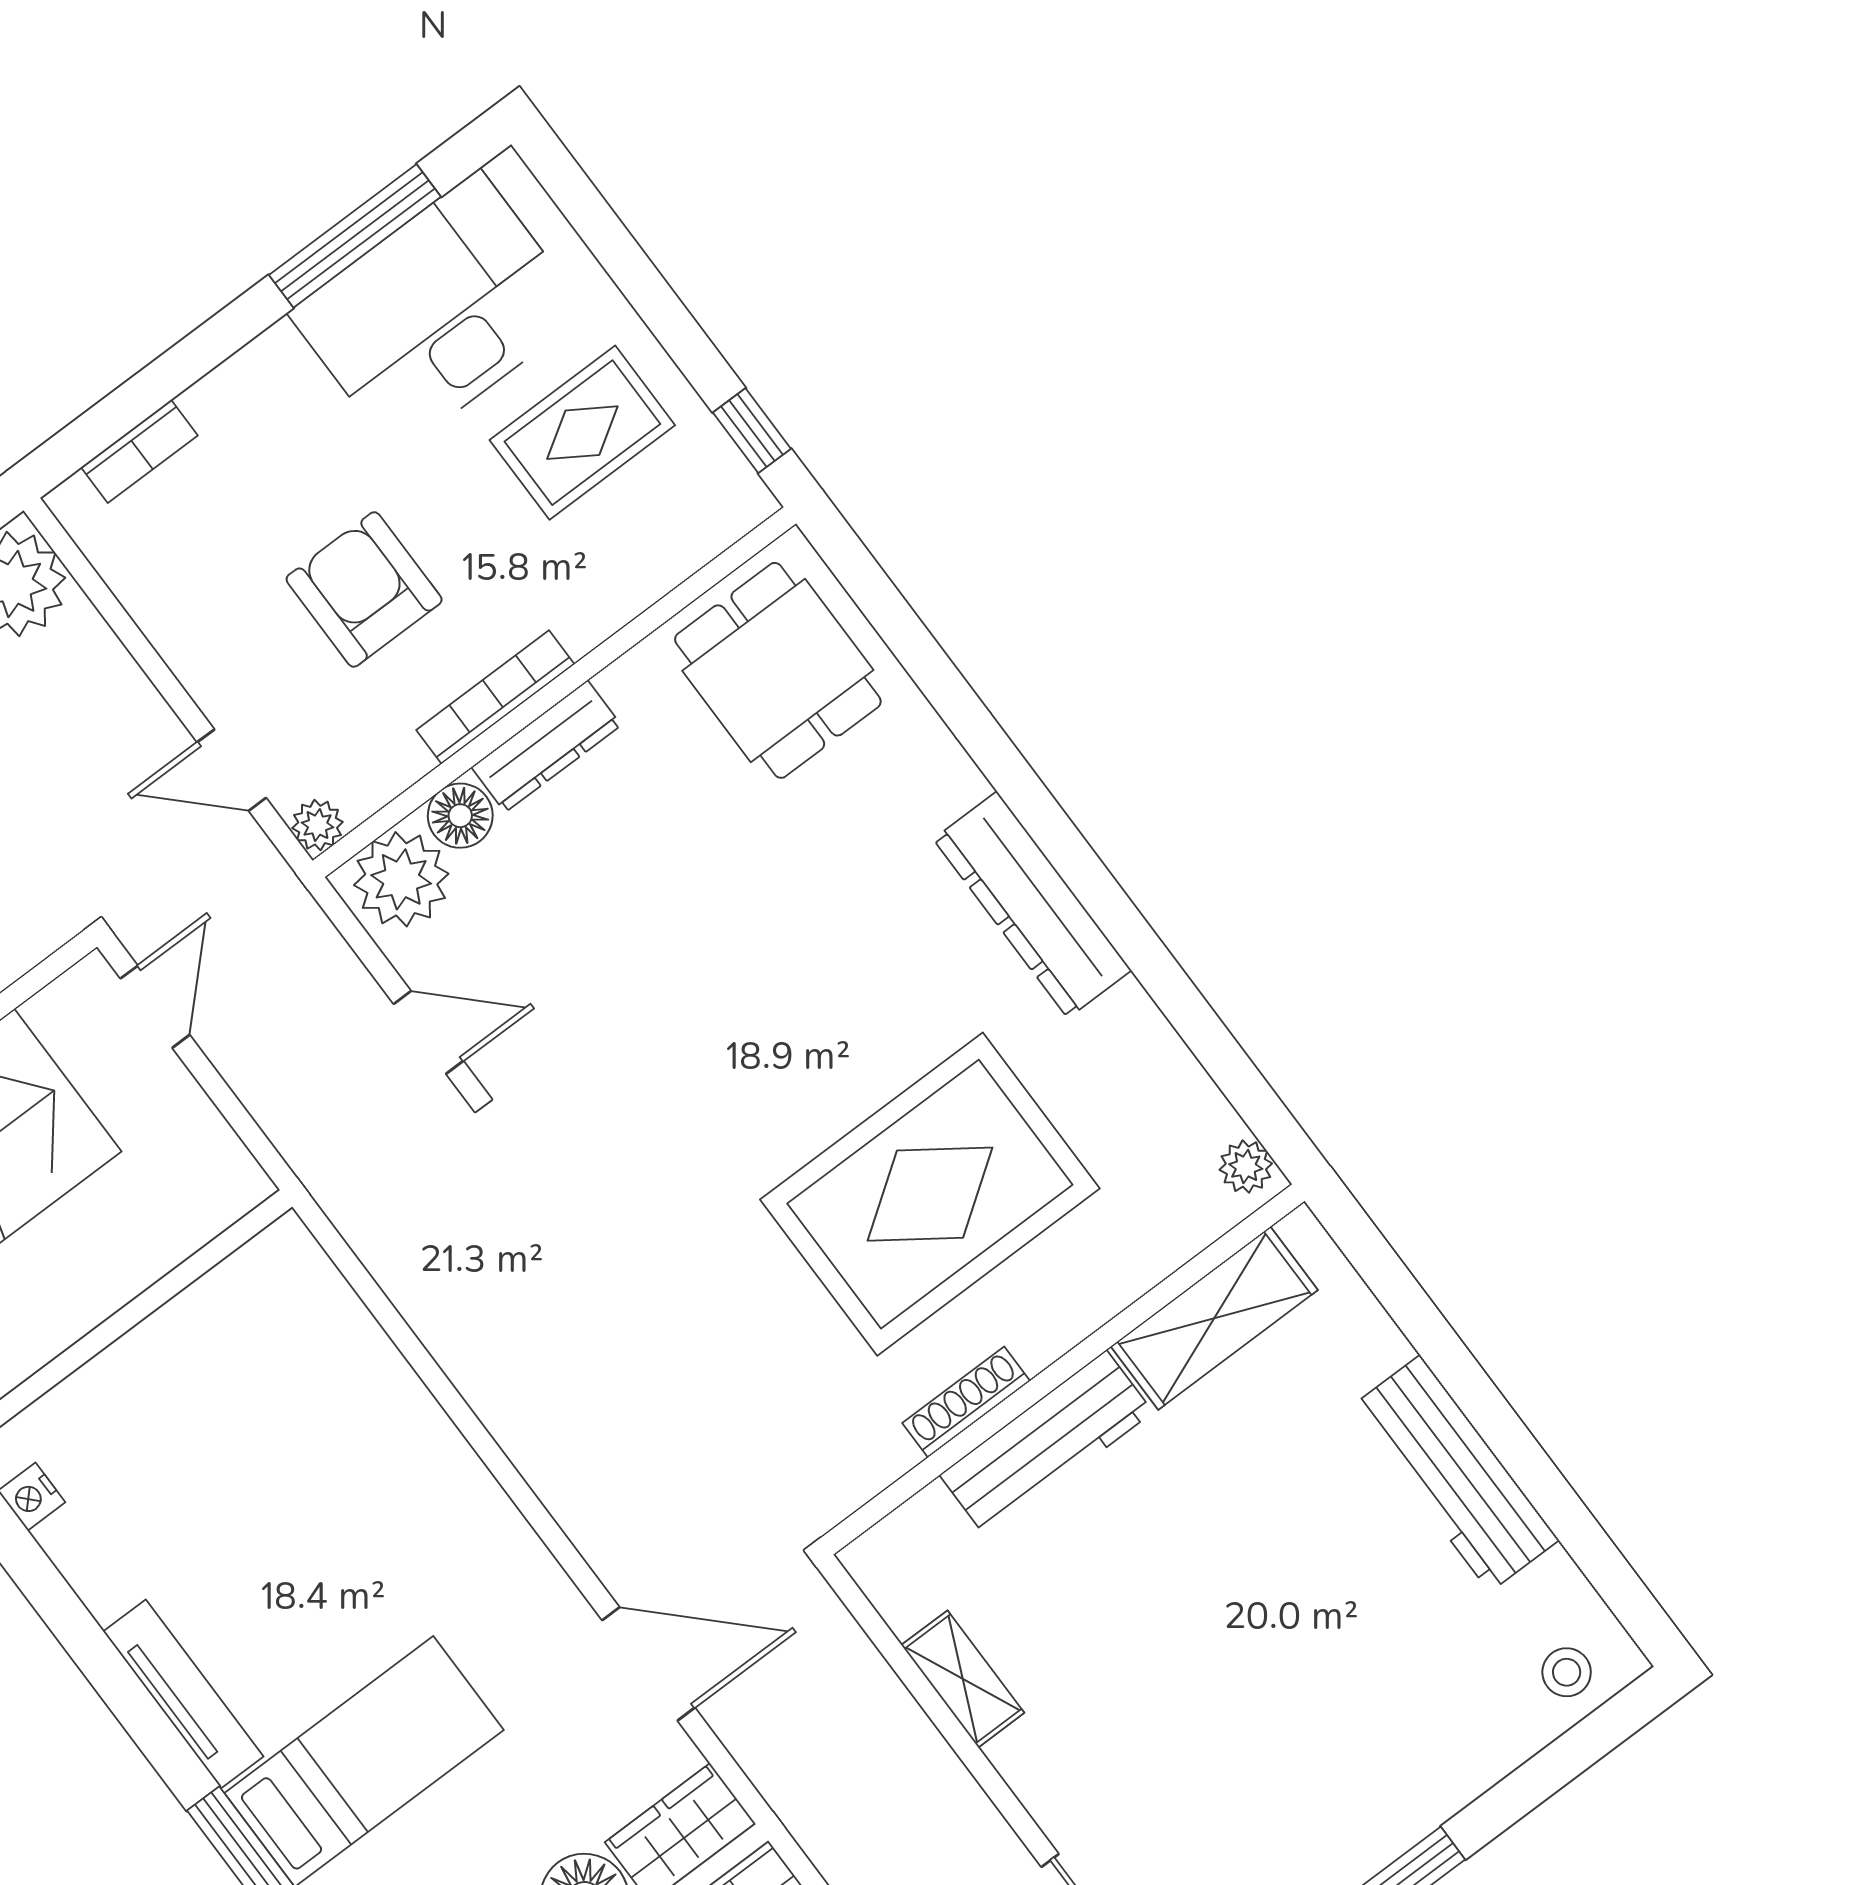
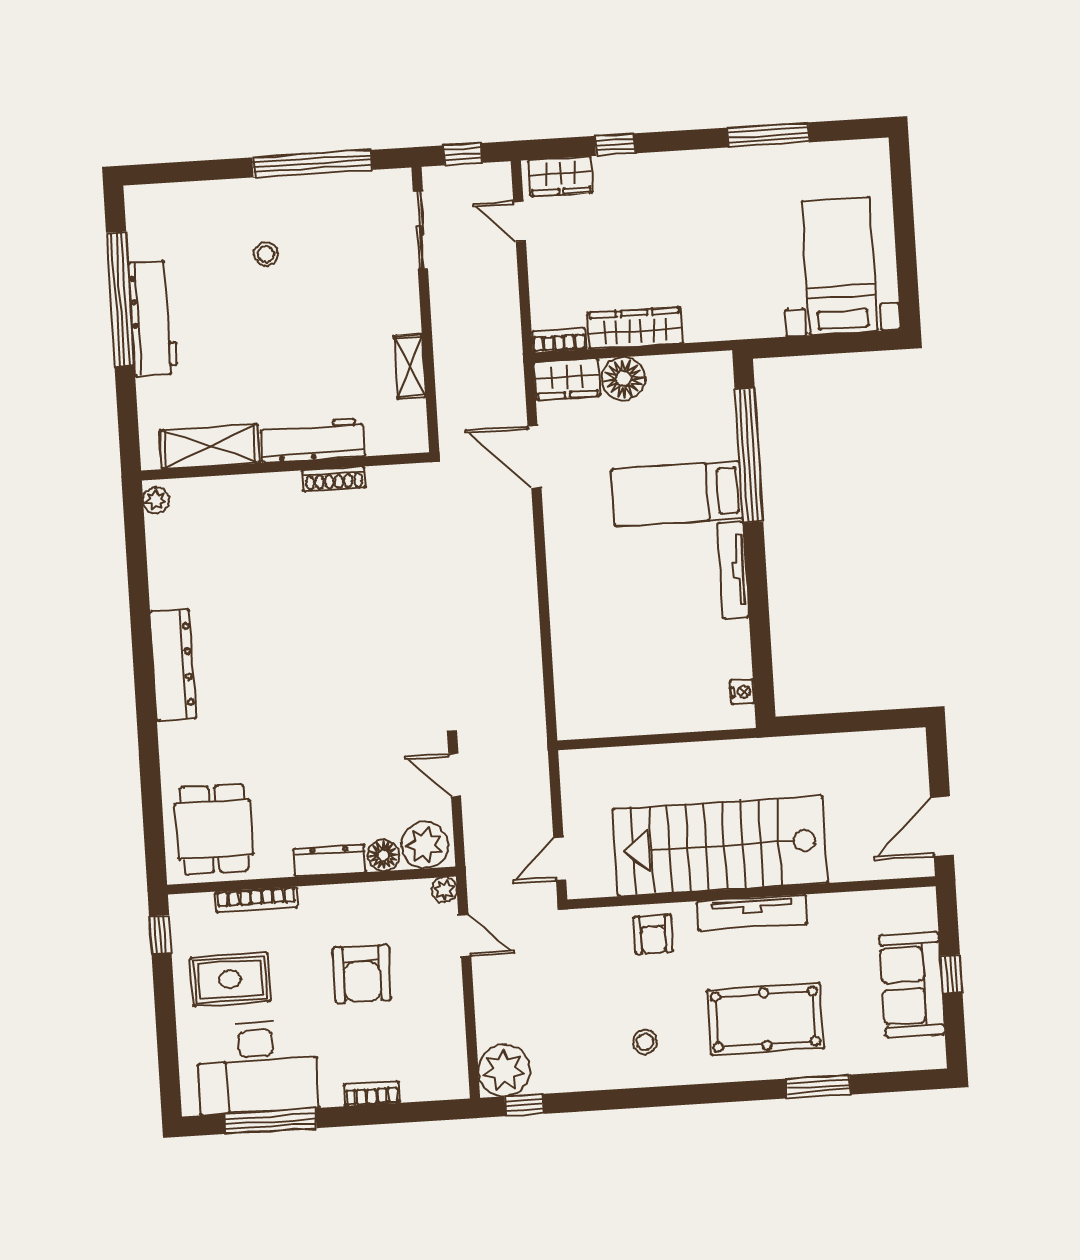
bookcase: (139, 451) -> (372, 1094), moved
bookcase: (495, 697) -> (256, 899), moved
rug: (930, 1194) -> (293, 574), removed
window: (1532, 1469) -> (120, 299), added
stool: (1567, 1672) -> (266, 254), moved

